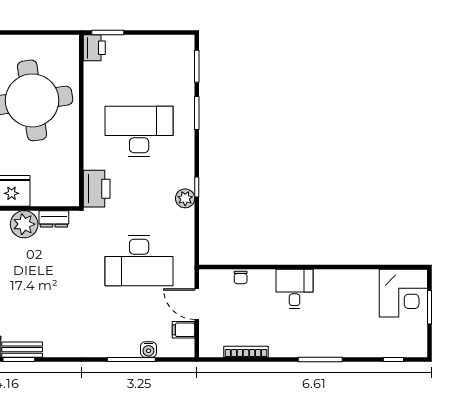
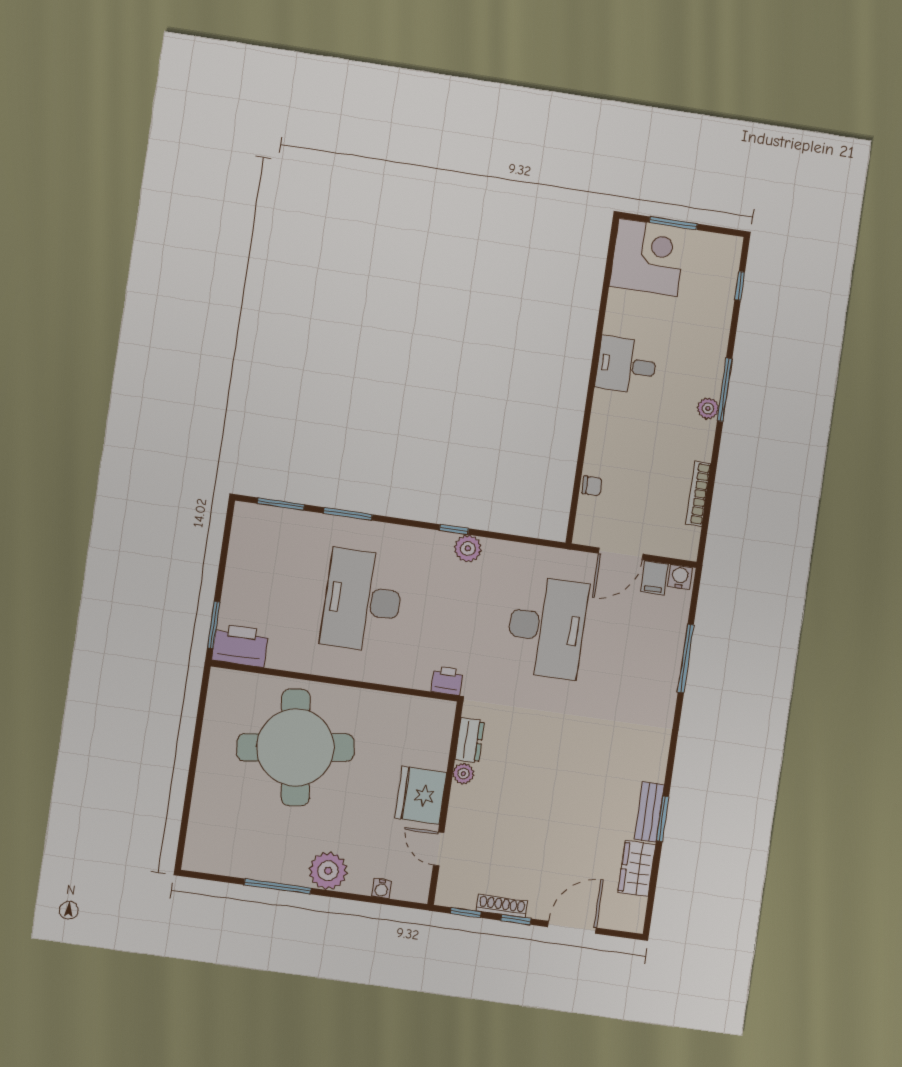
printer: (94, 48) -> (240, 645), width x1.37, depth x1.19
printer: (97, 189) -> (447, 681), width x0.53, depth x0.68
plant: (24, 224) -> (463, 774), width x0.53, depth x0.53
desk: (295, 289) -> (626, 365), moved
water cooler: (148, 350) -> (680, 577), moved, turned -90
plant: (306, 350) -> (708, 408), added

